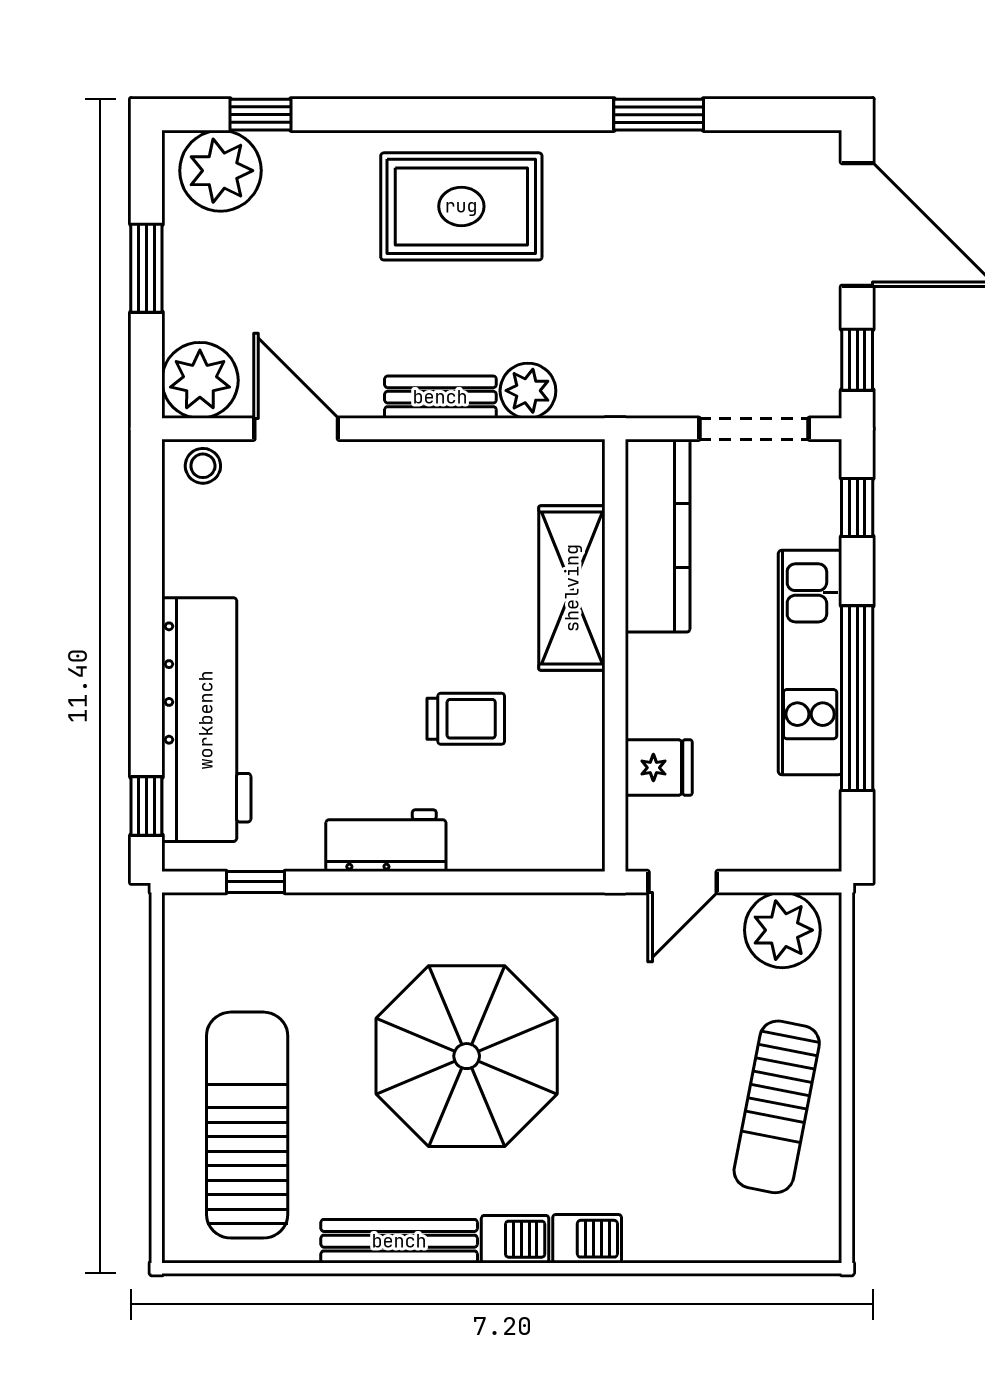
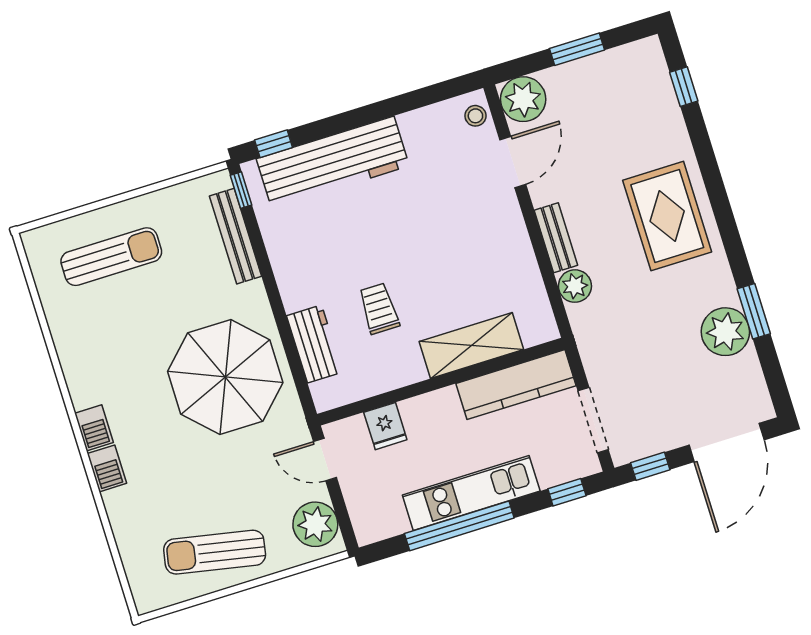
plant: (220, 171) -> (725, 332), moved
trolley: (466, 719) -> (379, 309), turned 180
workbench: (386, 841) -> (314, 344), moved
window: (256, 882) -> (241, 190), moved
parasol: (467, 1056) -> (225, 377), moved
sun lounger: (247, 1125) -> (111, 257), width x0.73, depth x0.75
bench: (399, 1241) -> (235, 236), moved

